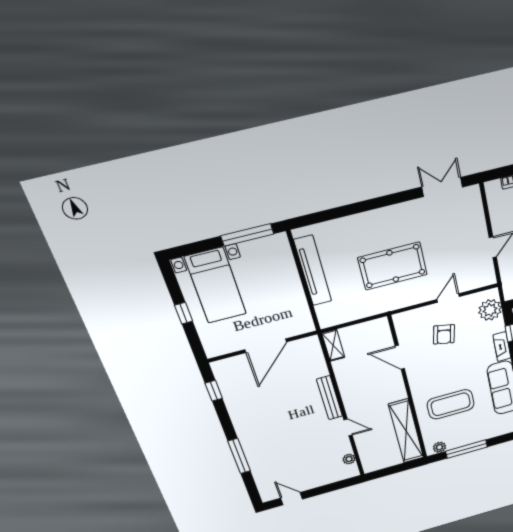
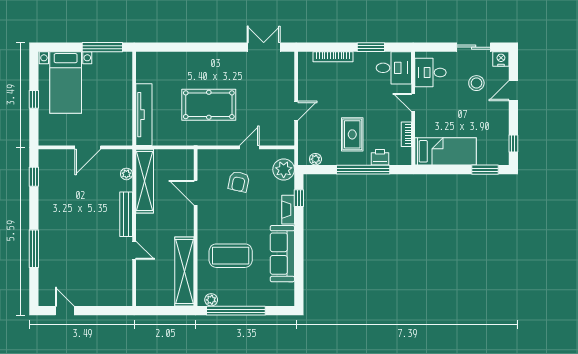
tv unit: (313, 271) -> (144, 115), moved
shelving: (333, 345) -> (145, 181), width x2.20, depth x1.33
door: (266, 346) -> (88, 147), width x0.73
window: (466, 449) -> (236, 311), width x1.46
plant: (349, 459) -> (126, 174), moved

